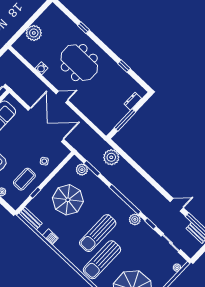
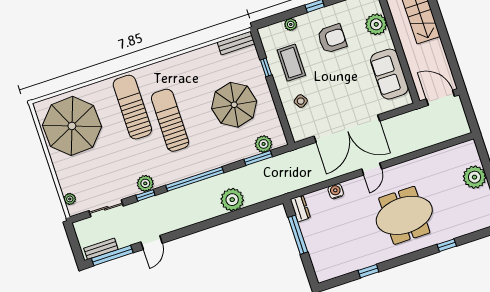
water cooler: (41, 68) -> (336, 191), moved
dresser: (133, 101) -> (300, 208), moved
plant: (111, 157) -> (232, 200), moved
plant: (135, 219) -> (145, 183), moved
barbecue: (50, 237) -> (198, 56), removed

